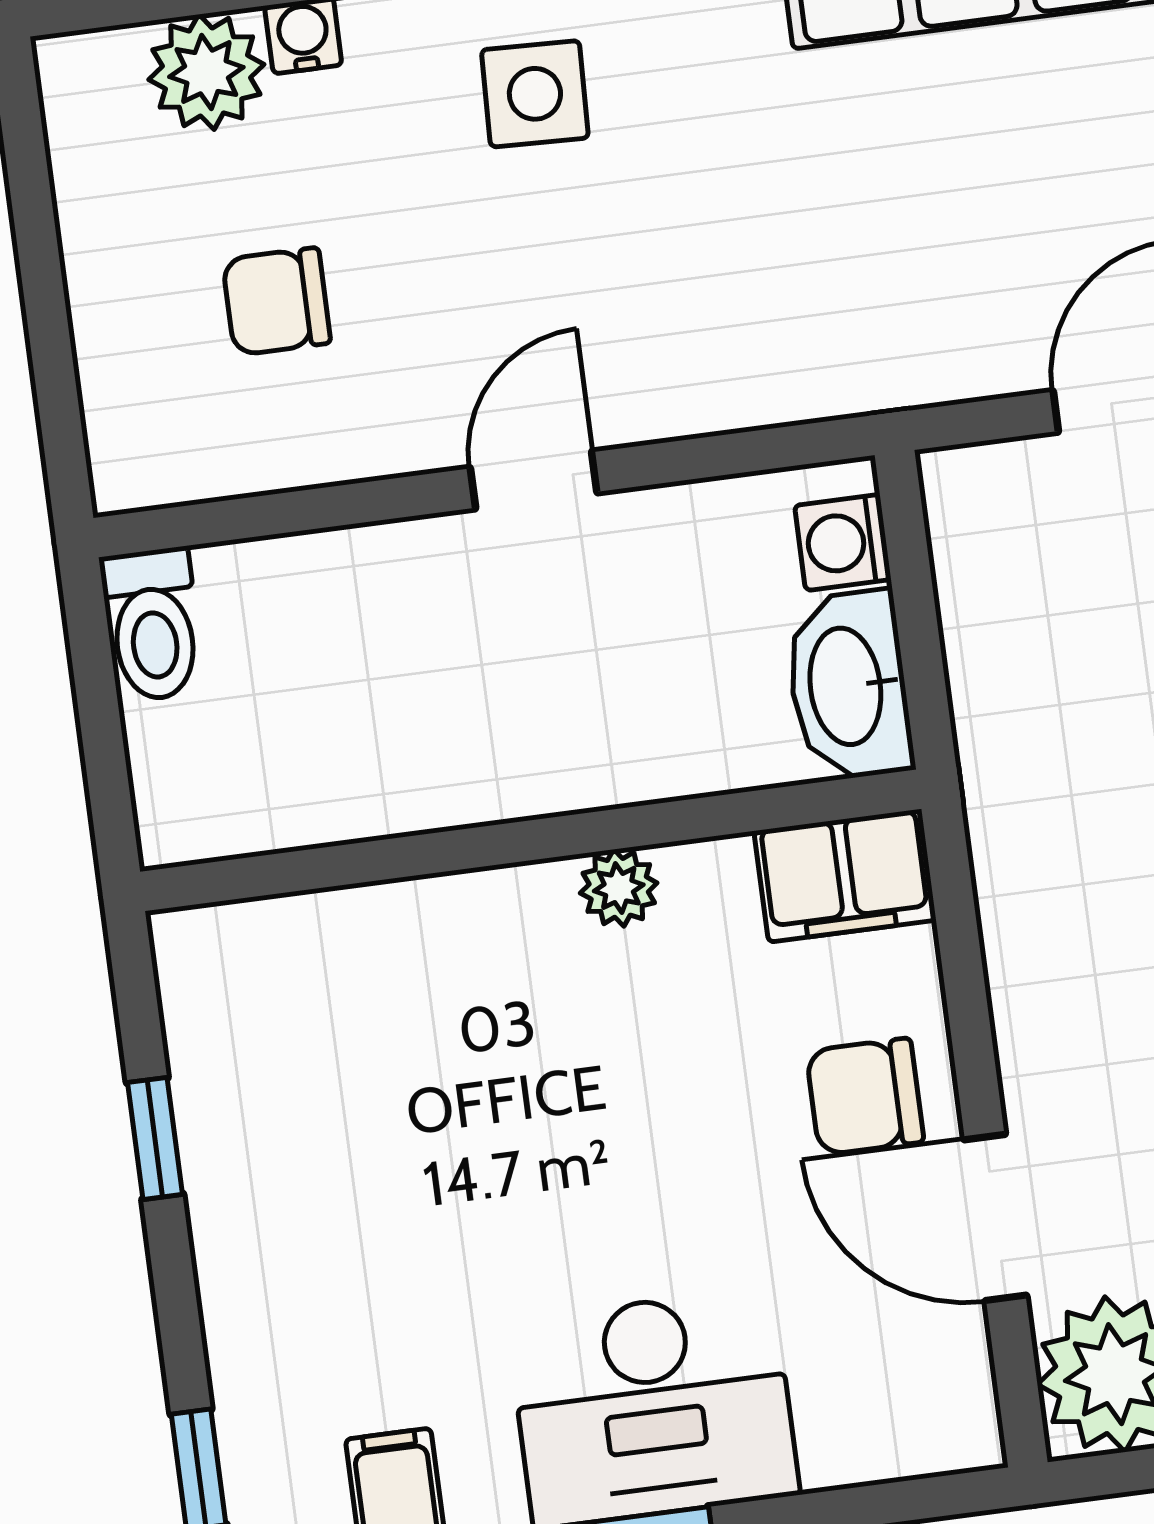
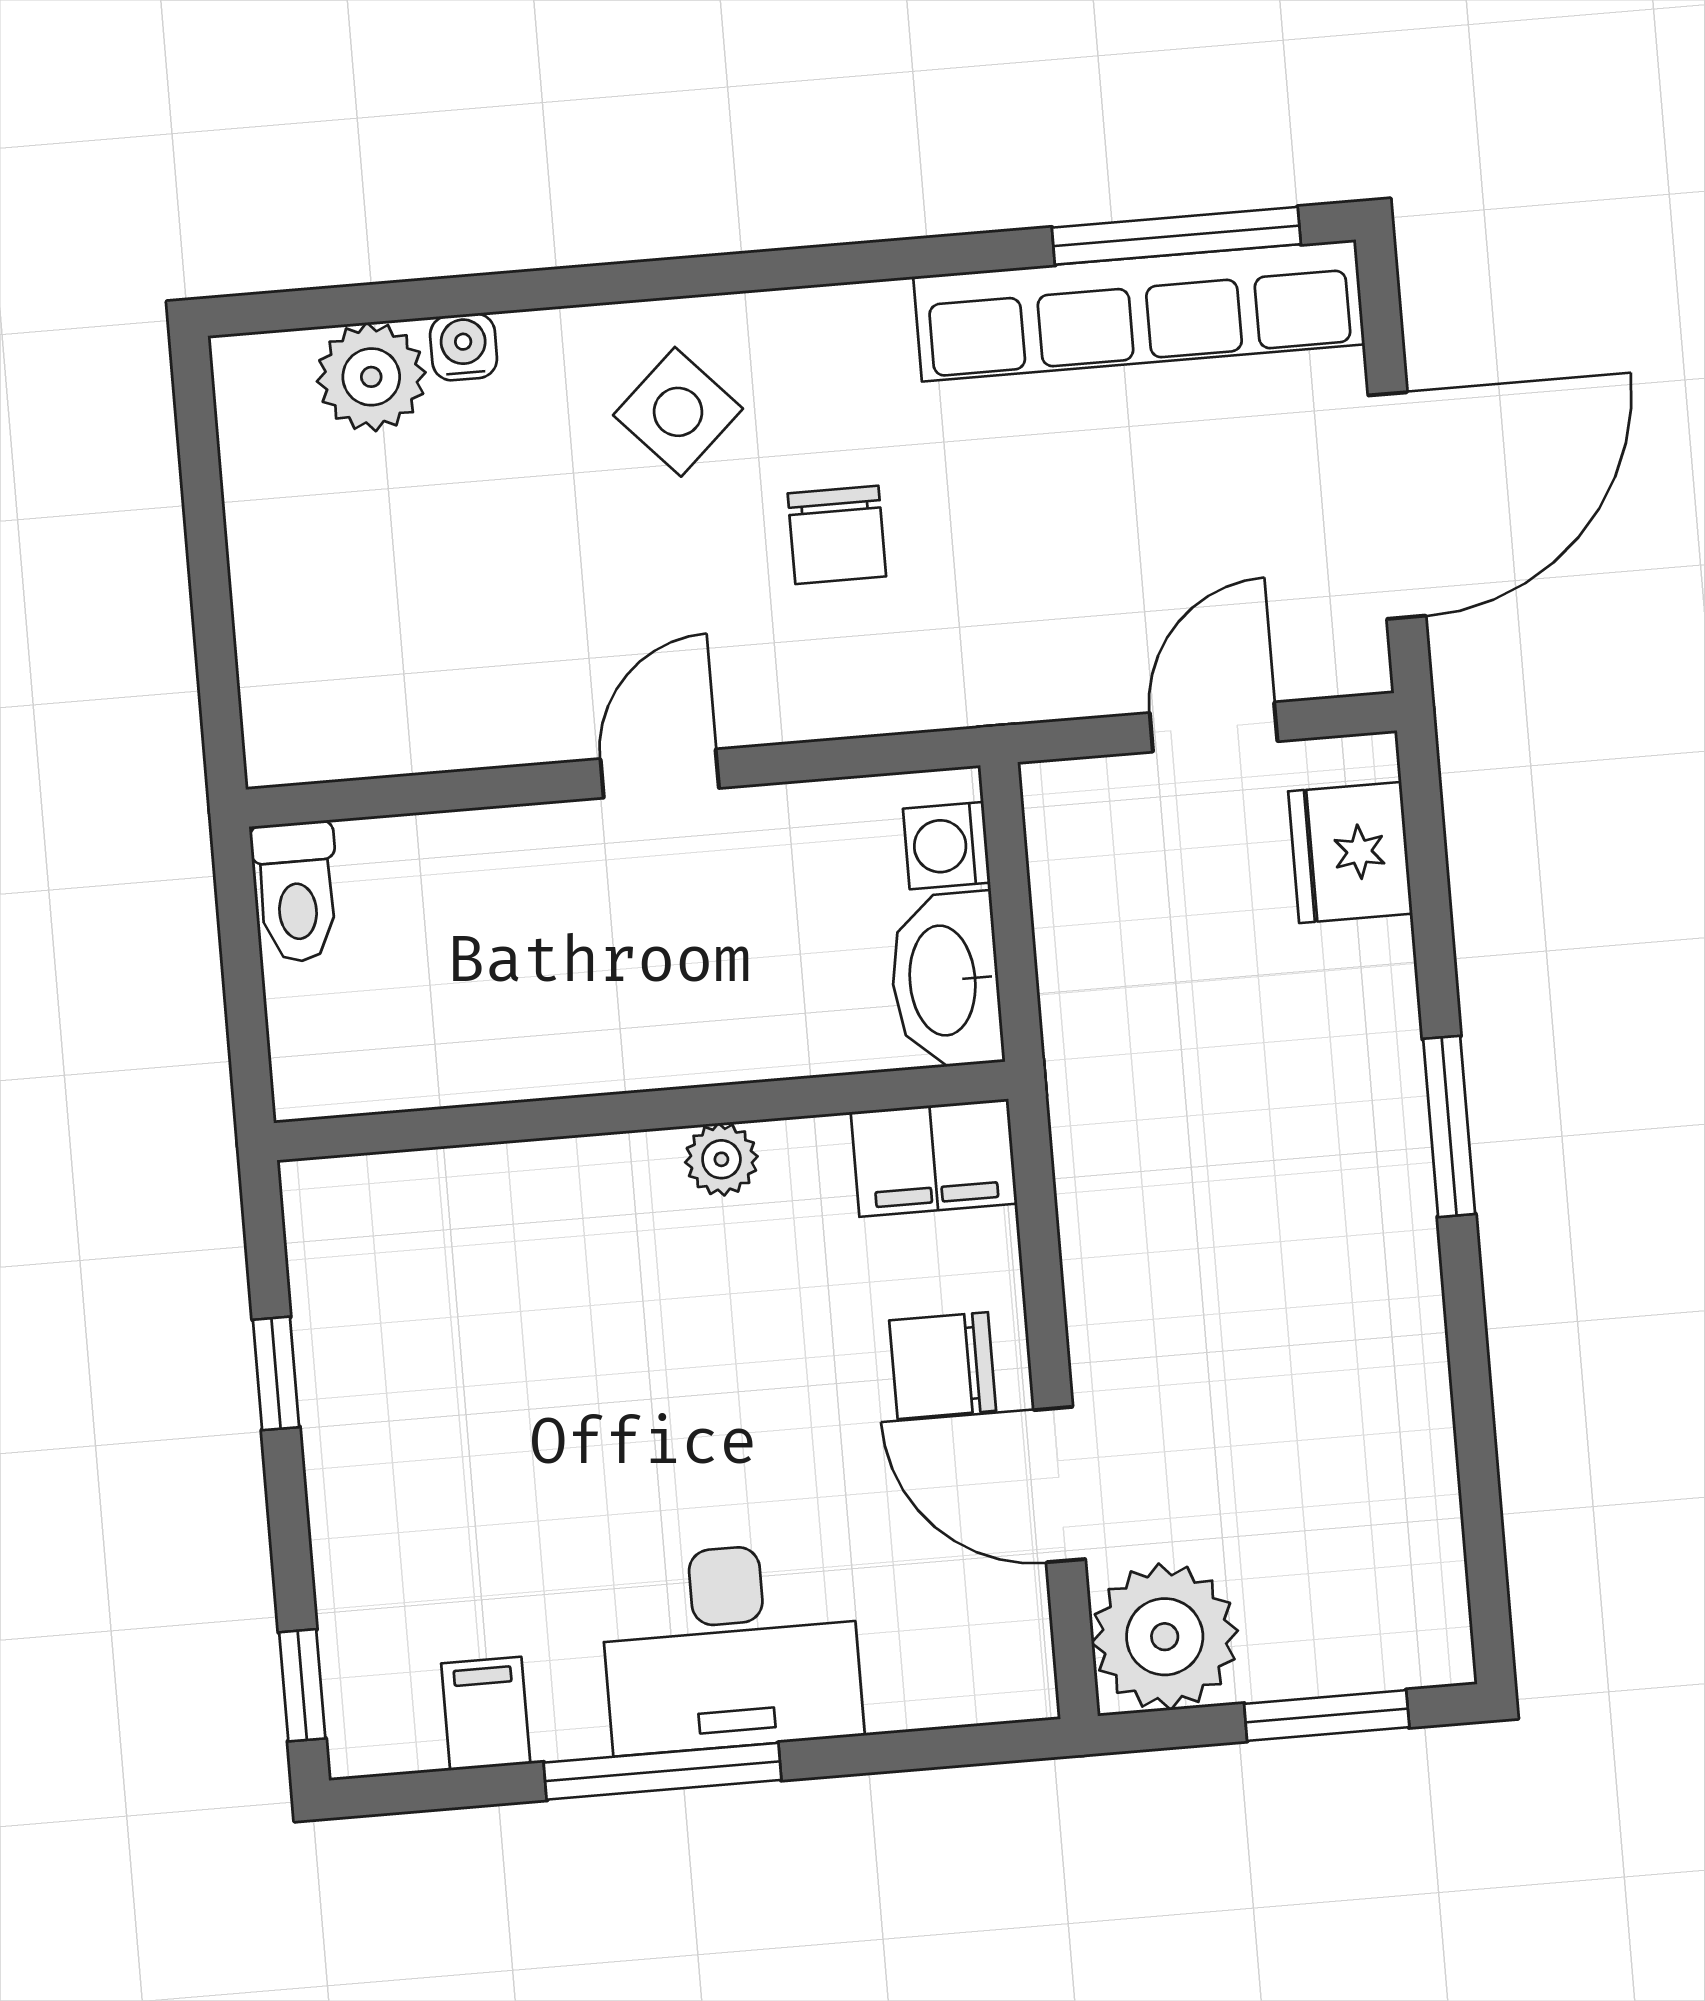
side table: (535, 94) -> (678, 412), turned 45
chair: (276, 301) -> (837, 535), moved, turned -90

